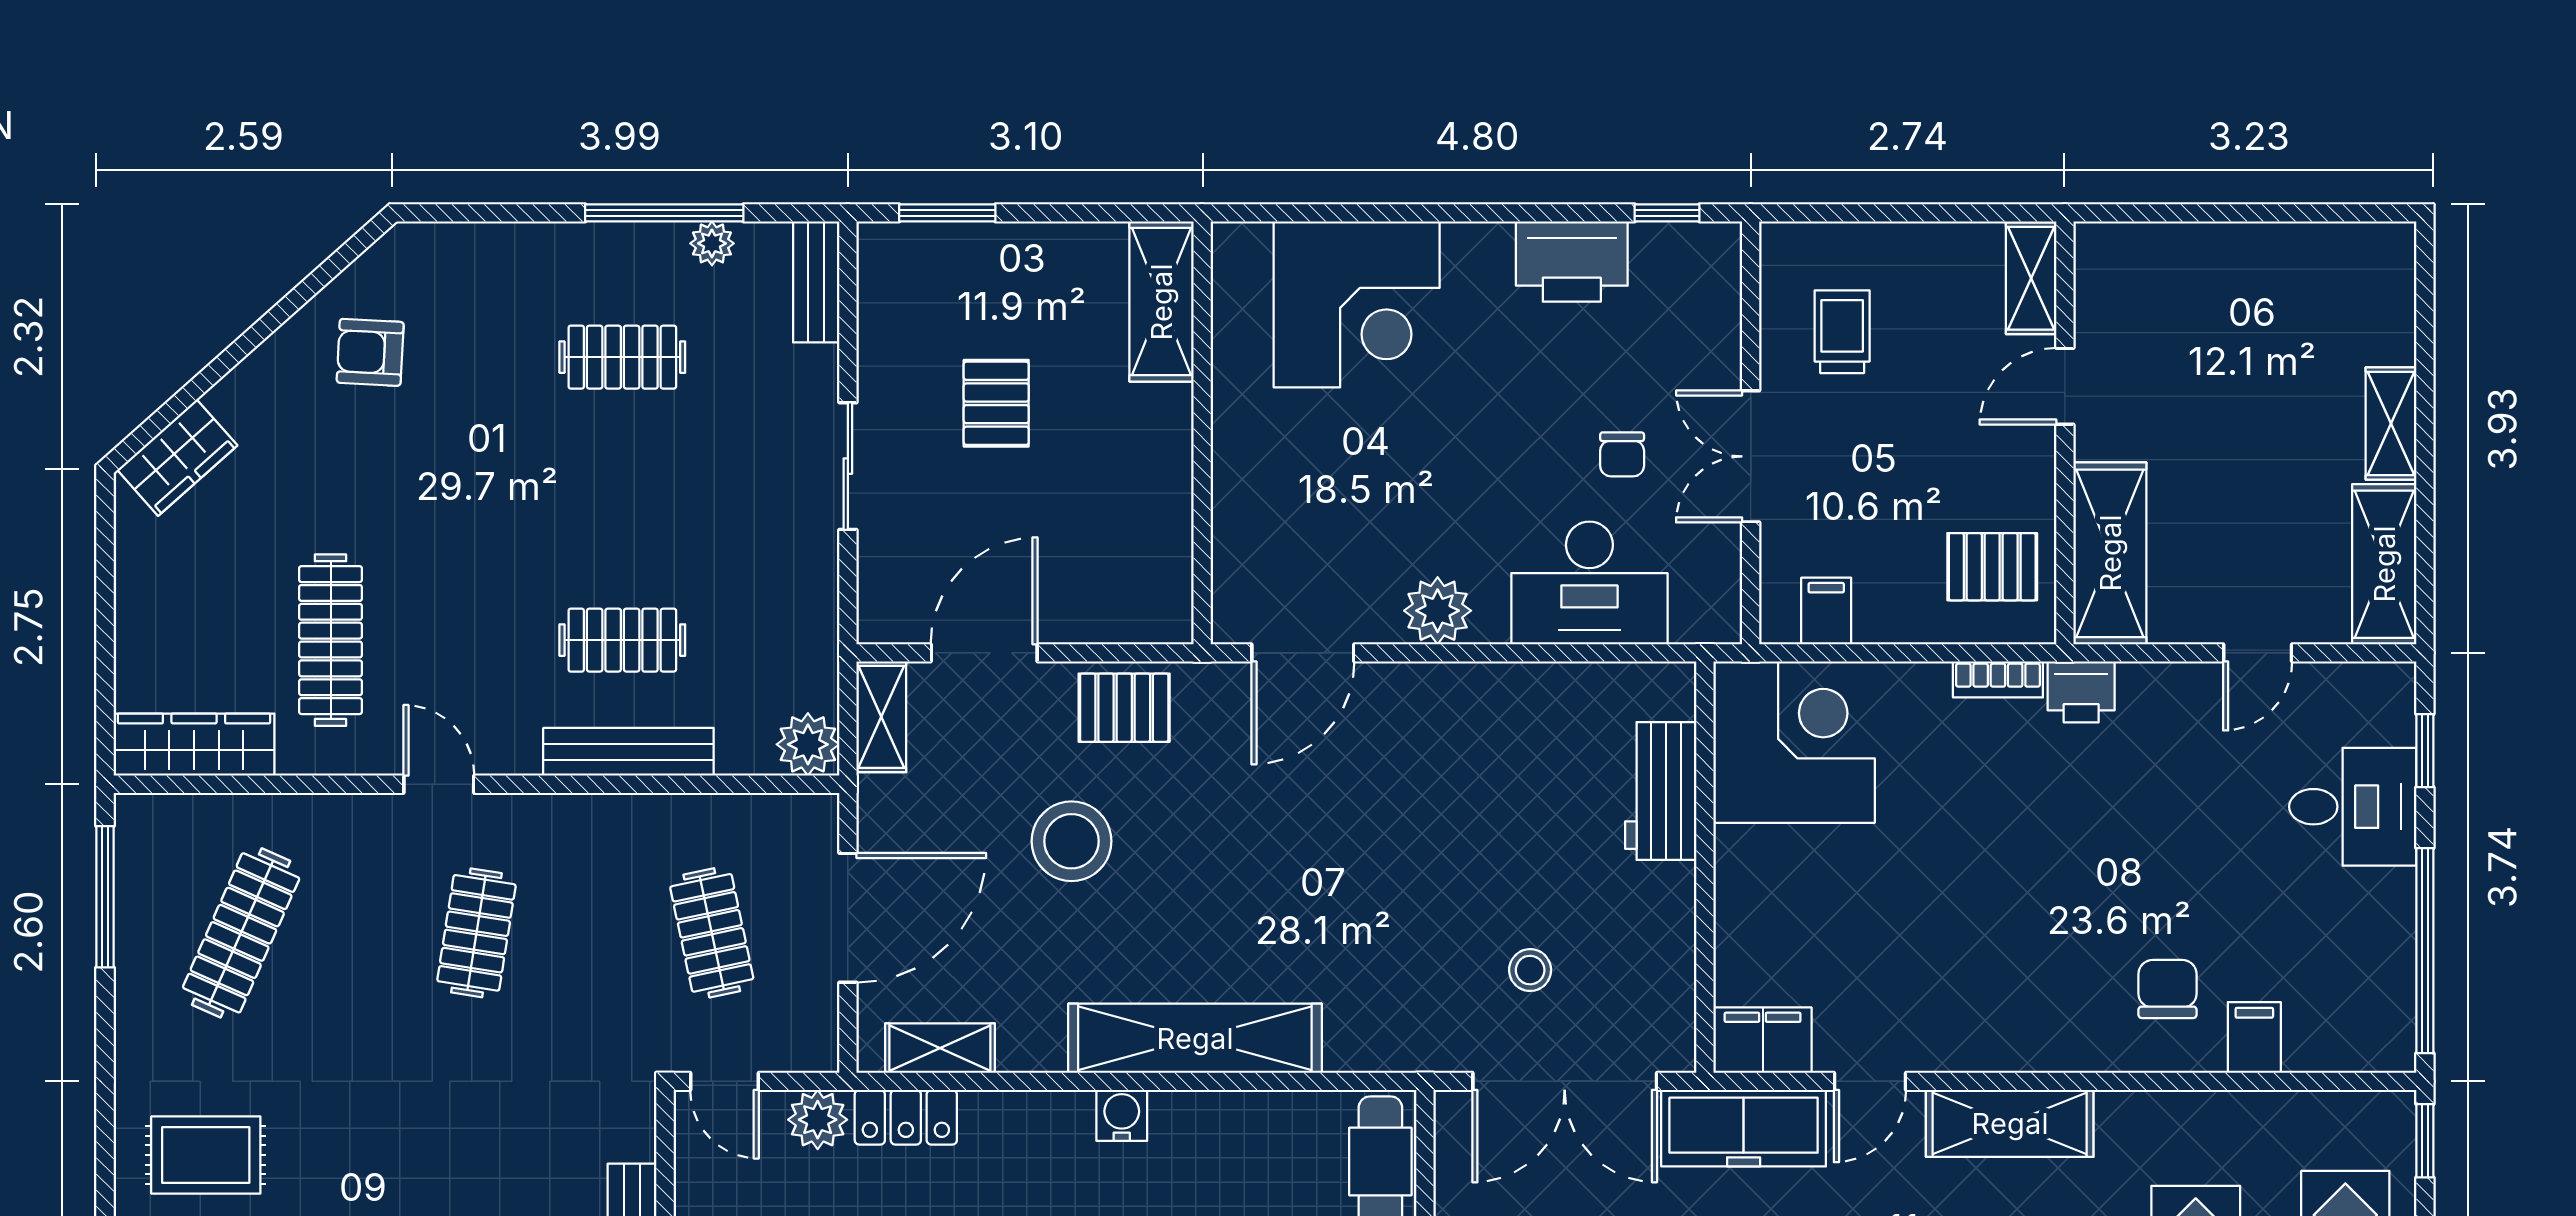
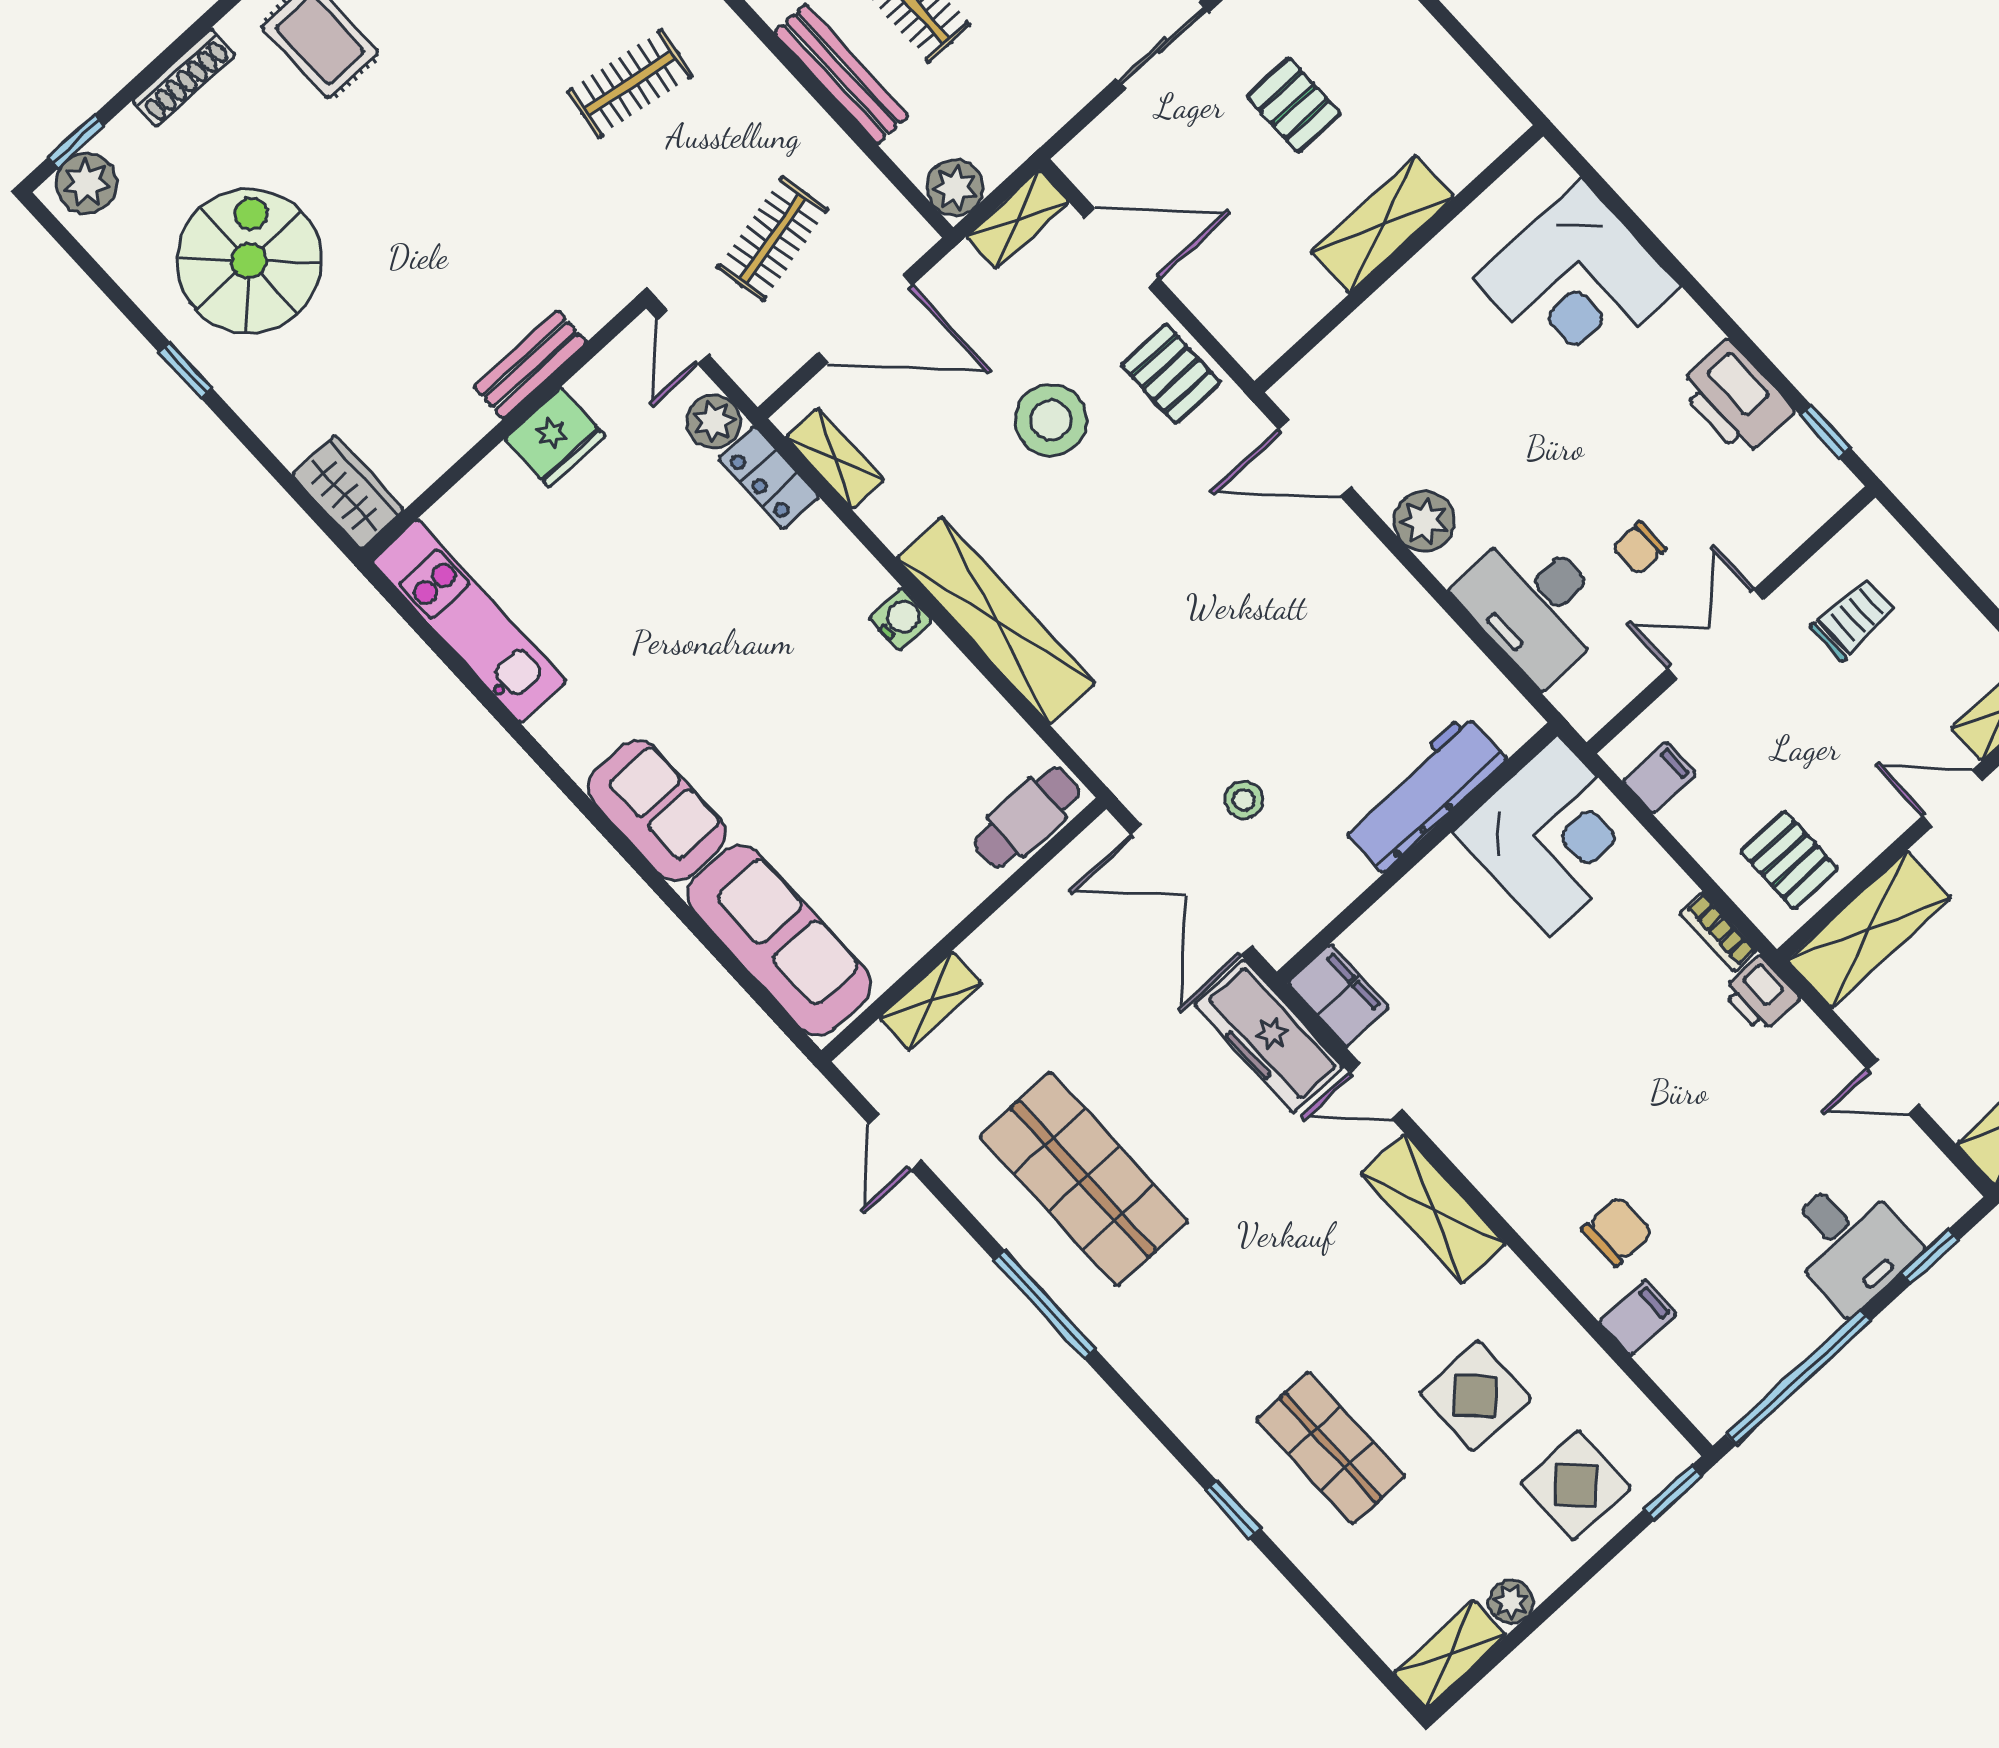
shelving: (1161, 302) -> (1382, 224), moved
pallet: (996, 403) -> (1294, 105), turned 90
workbench: (1661, 791) -> (1424, 793), width x1.38

